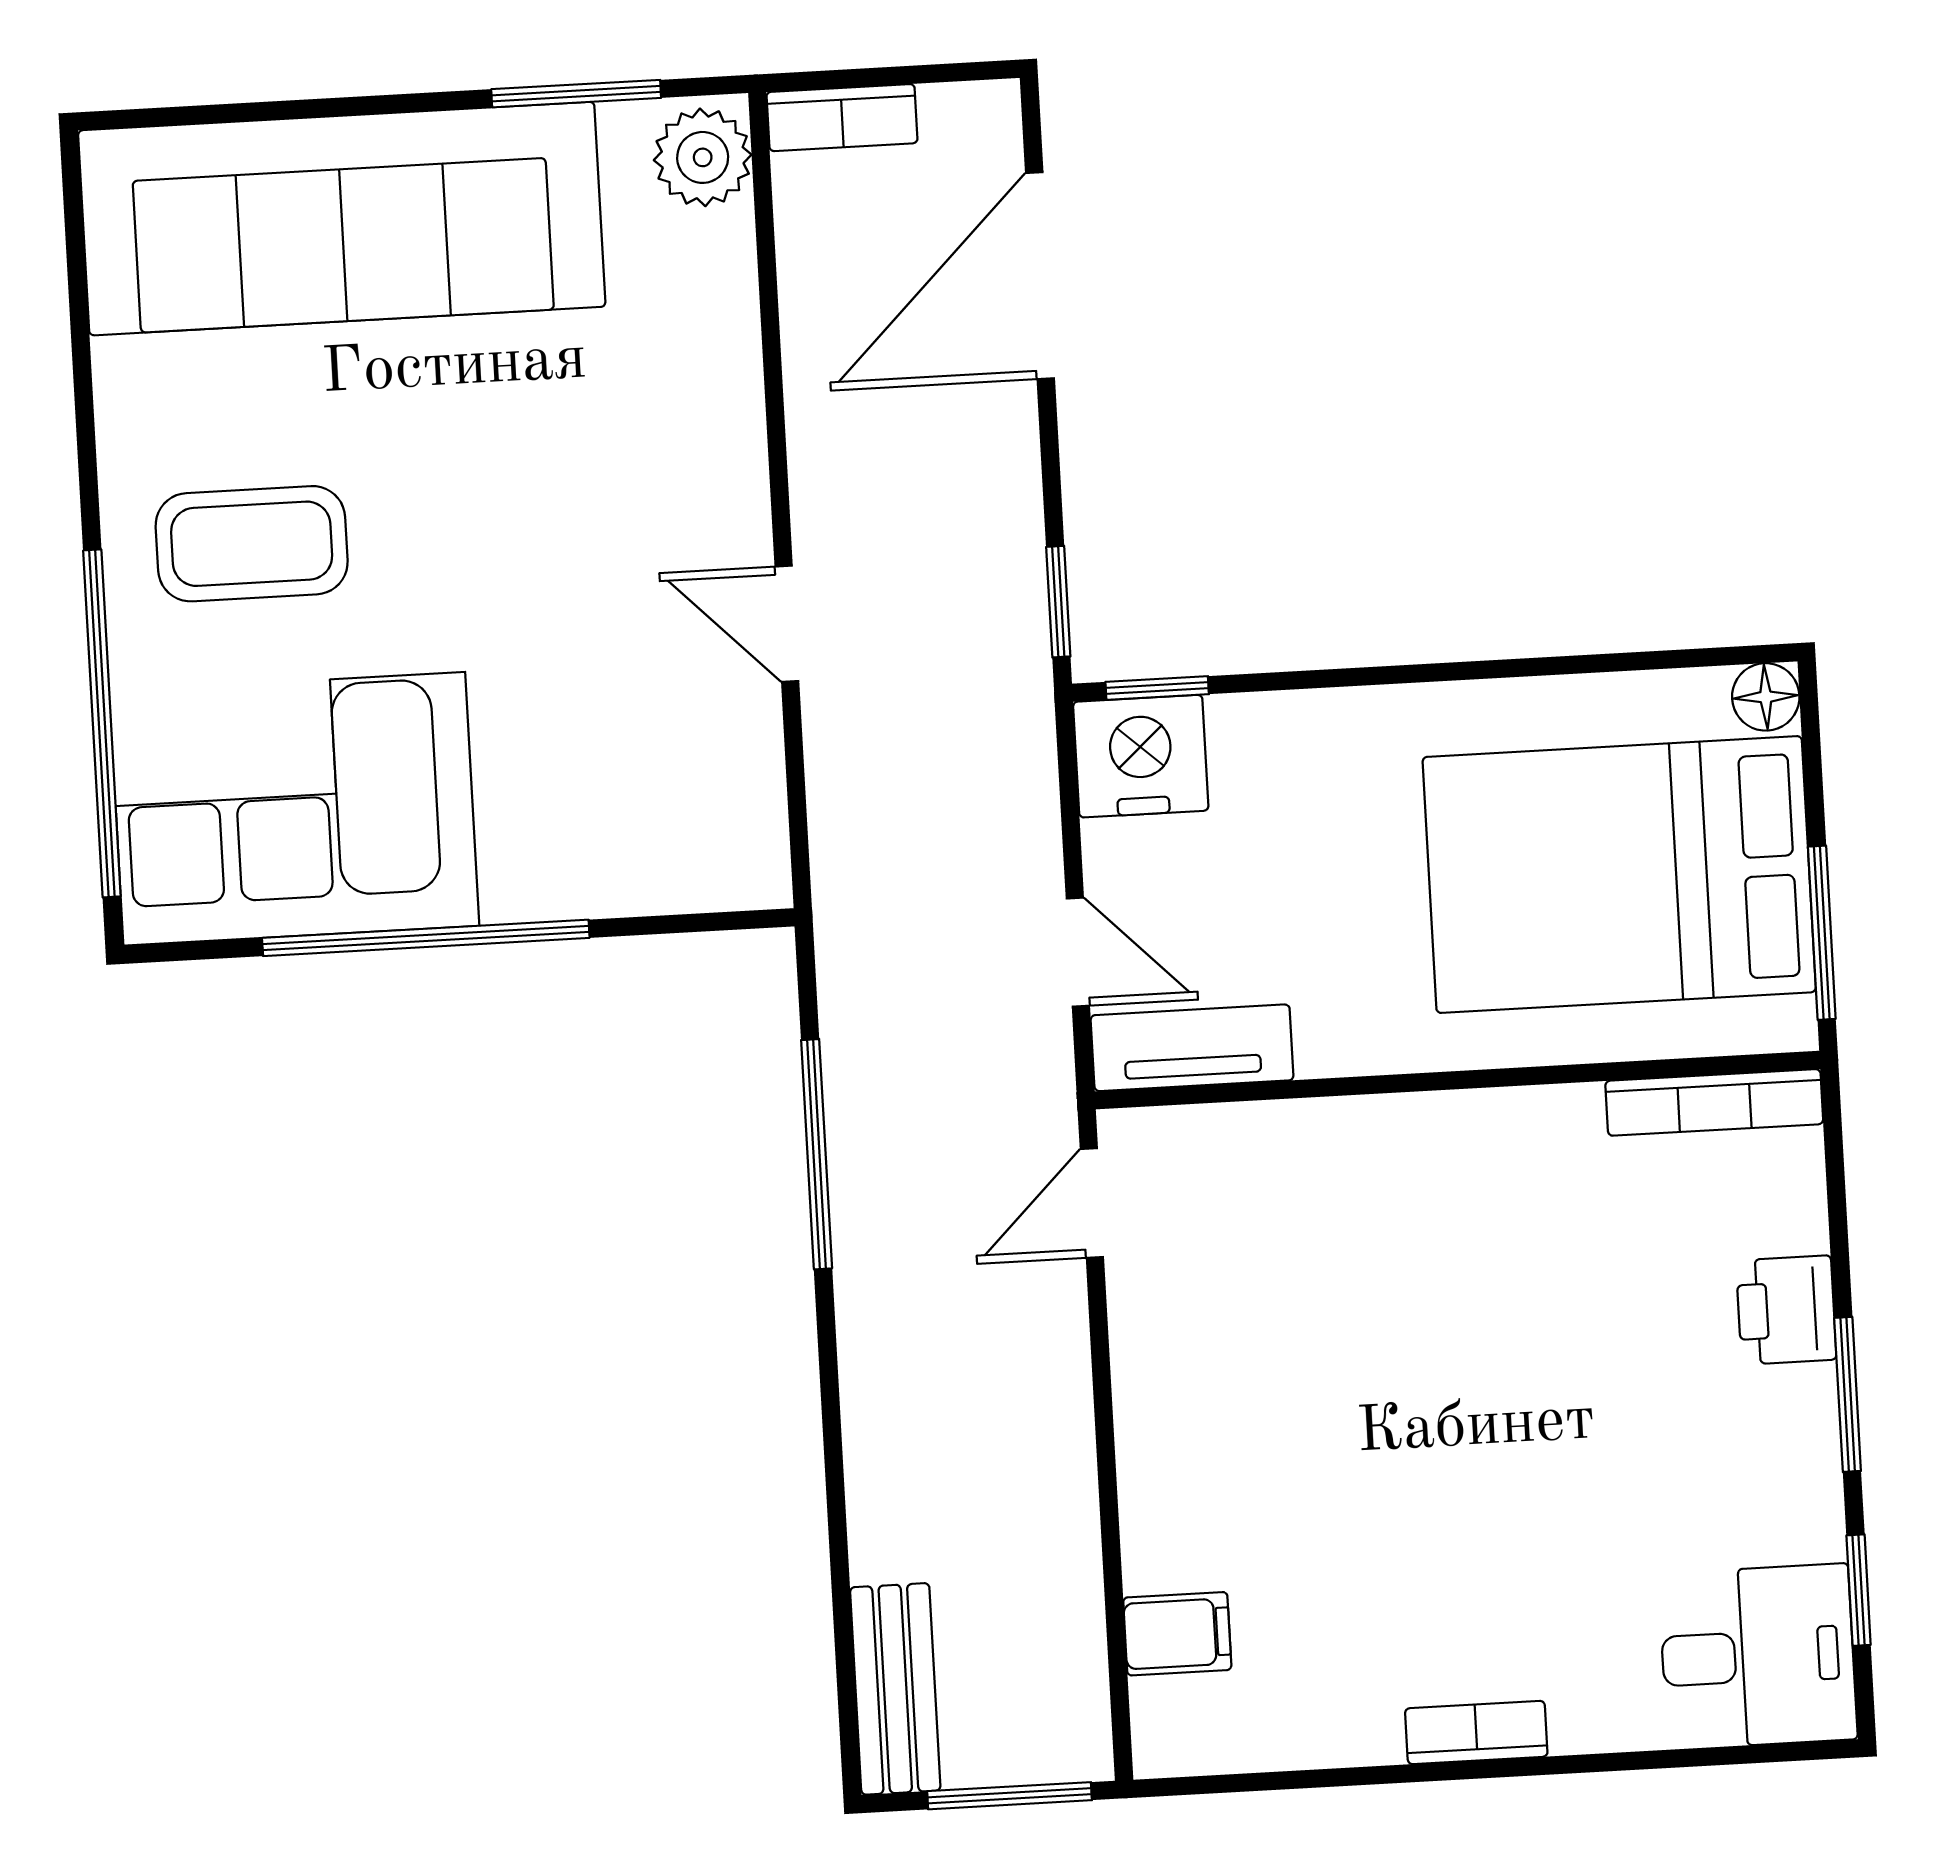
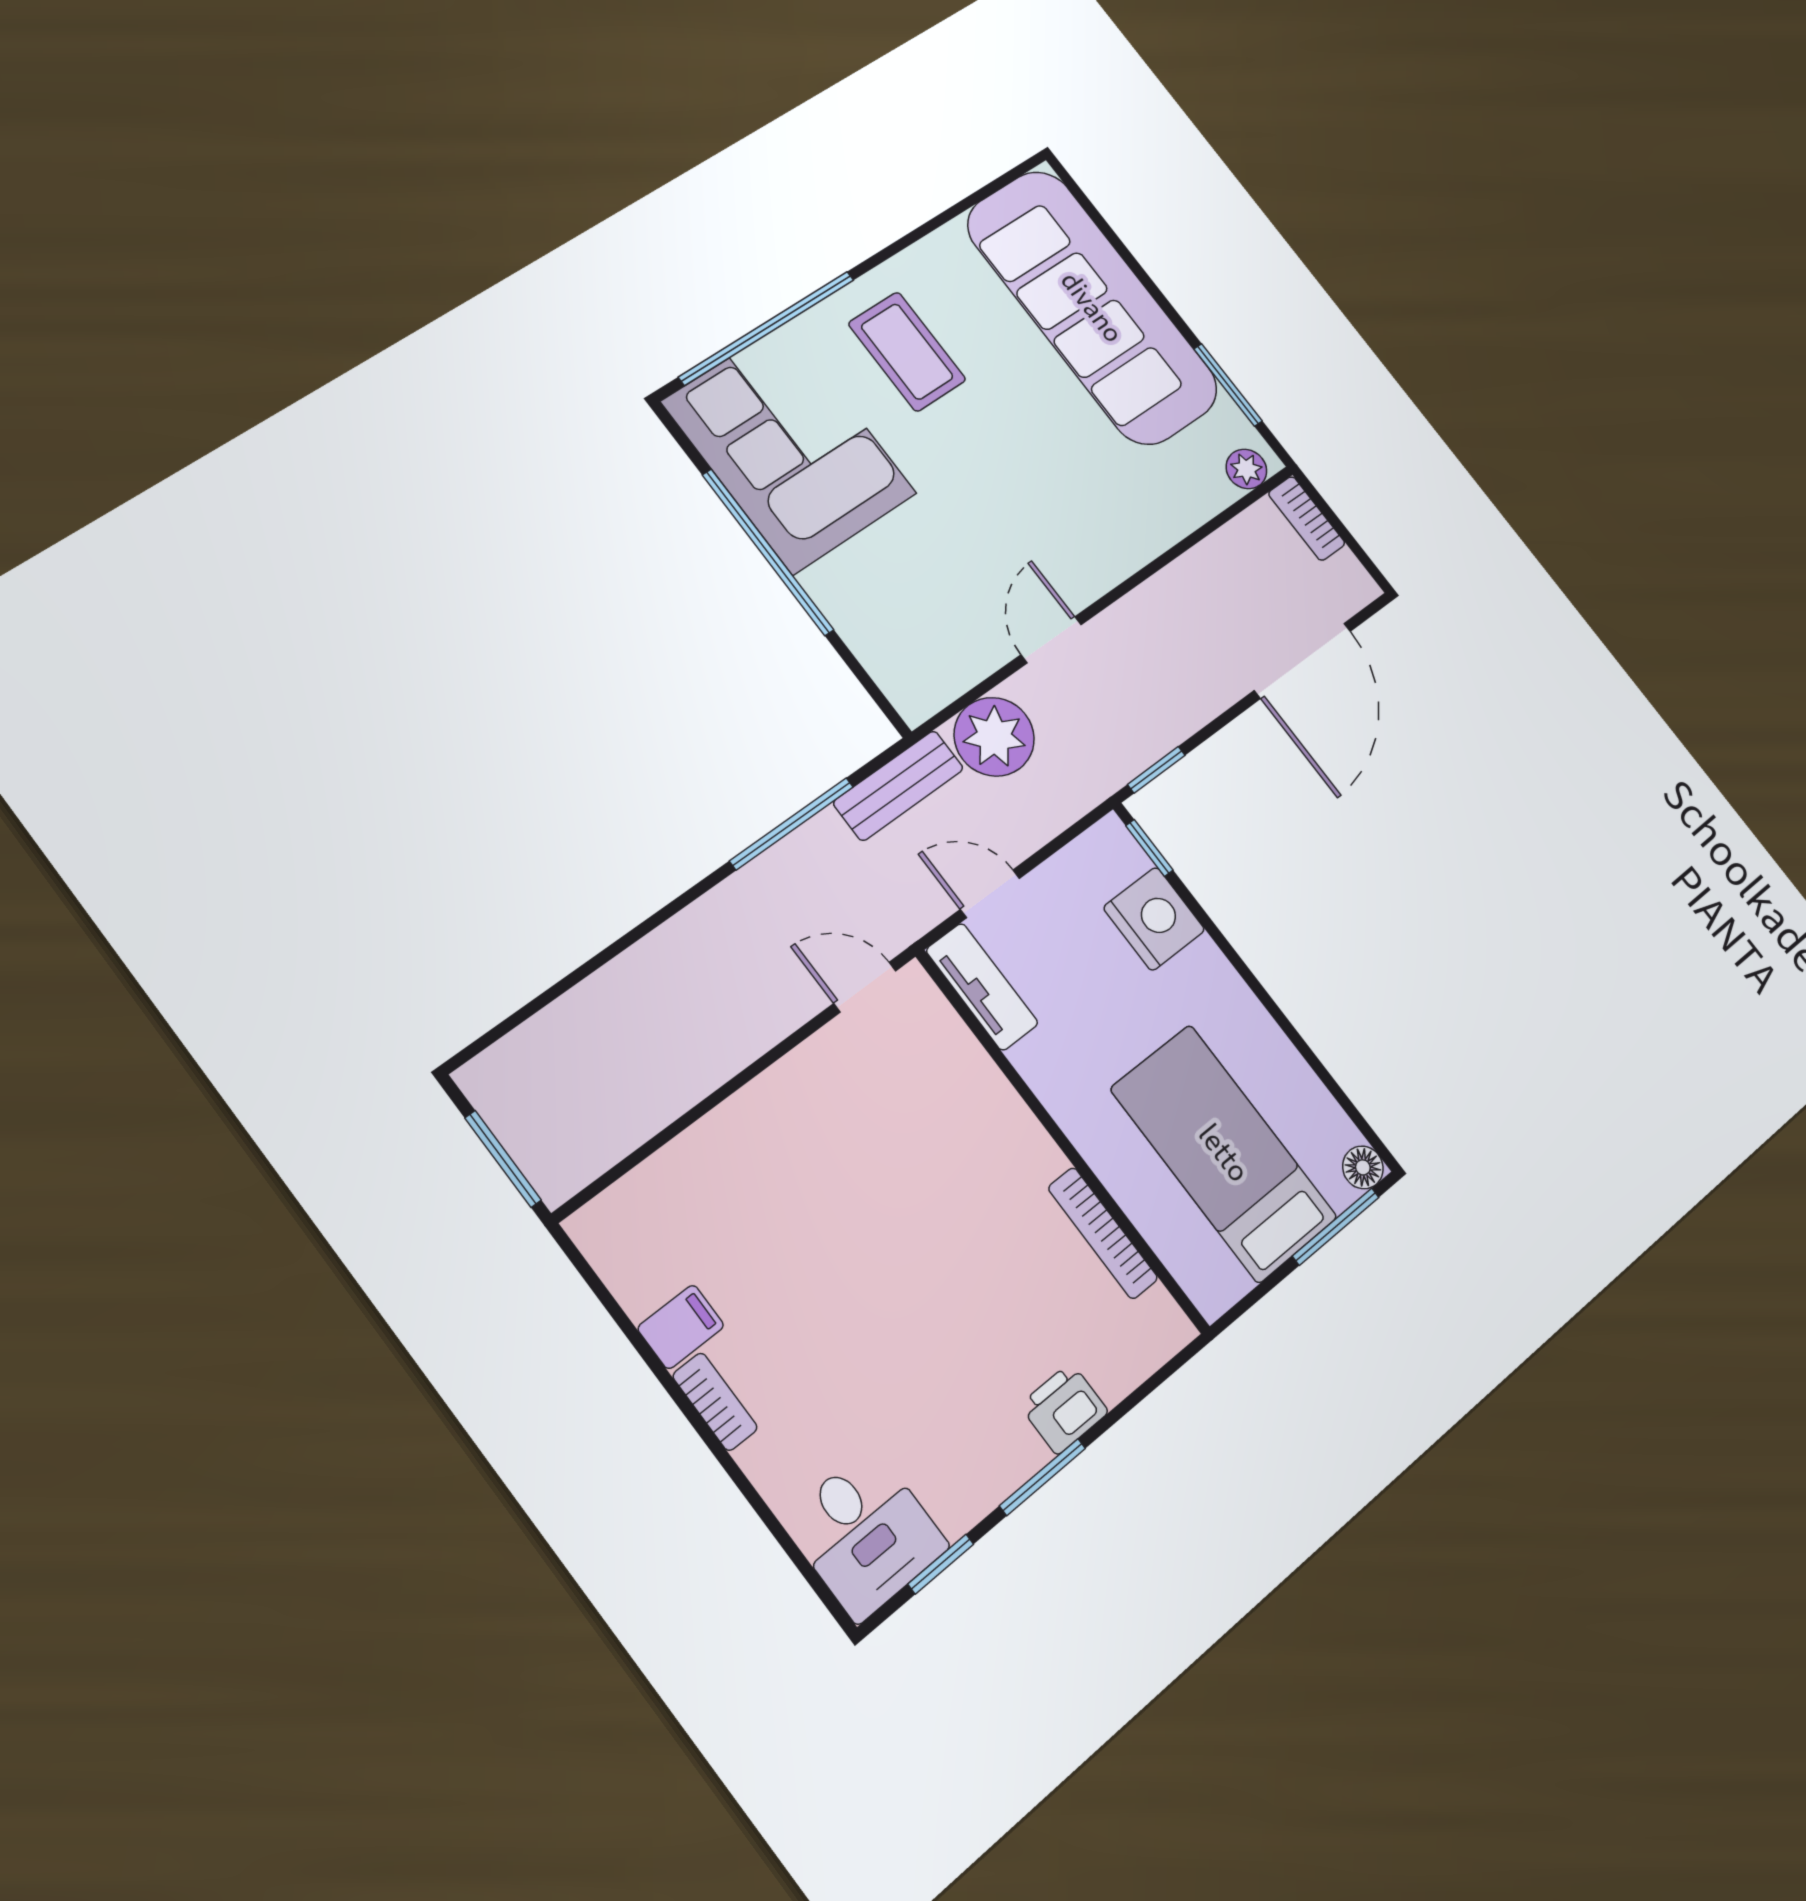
plant: (703, 157) -> (1246, 469), width x0.73, depth x0.73
door: (1040, 276) -> (1303, 661), swing flipped
nightstand: (1141, 756) -> (1154, 919), moved
plant: (871, 799) -> (994, 737), added
bed: (1619, 875) -> (1224, 1153), width x0.67
window: (1822, 933) -> (1336, 1226), moved
door: (1078, 952) -> (990, 894), swing flipped
bookcase: (1714, 1102) -> (1103, 1233), moved
filing cabinet: (1177, 1634) -> (681, 1327), moved, turned -90
bench: (895, 1689) -> (898, 786), moved

